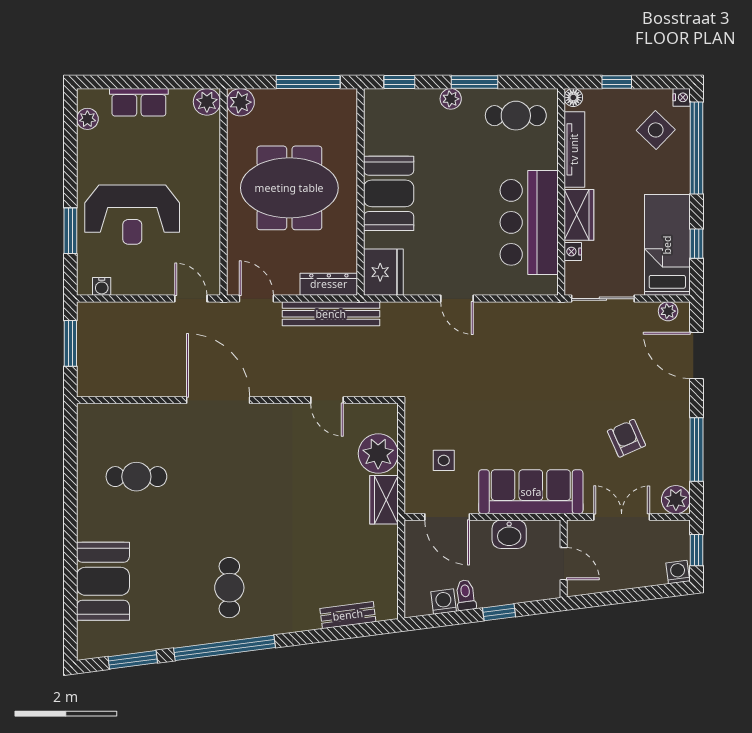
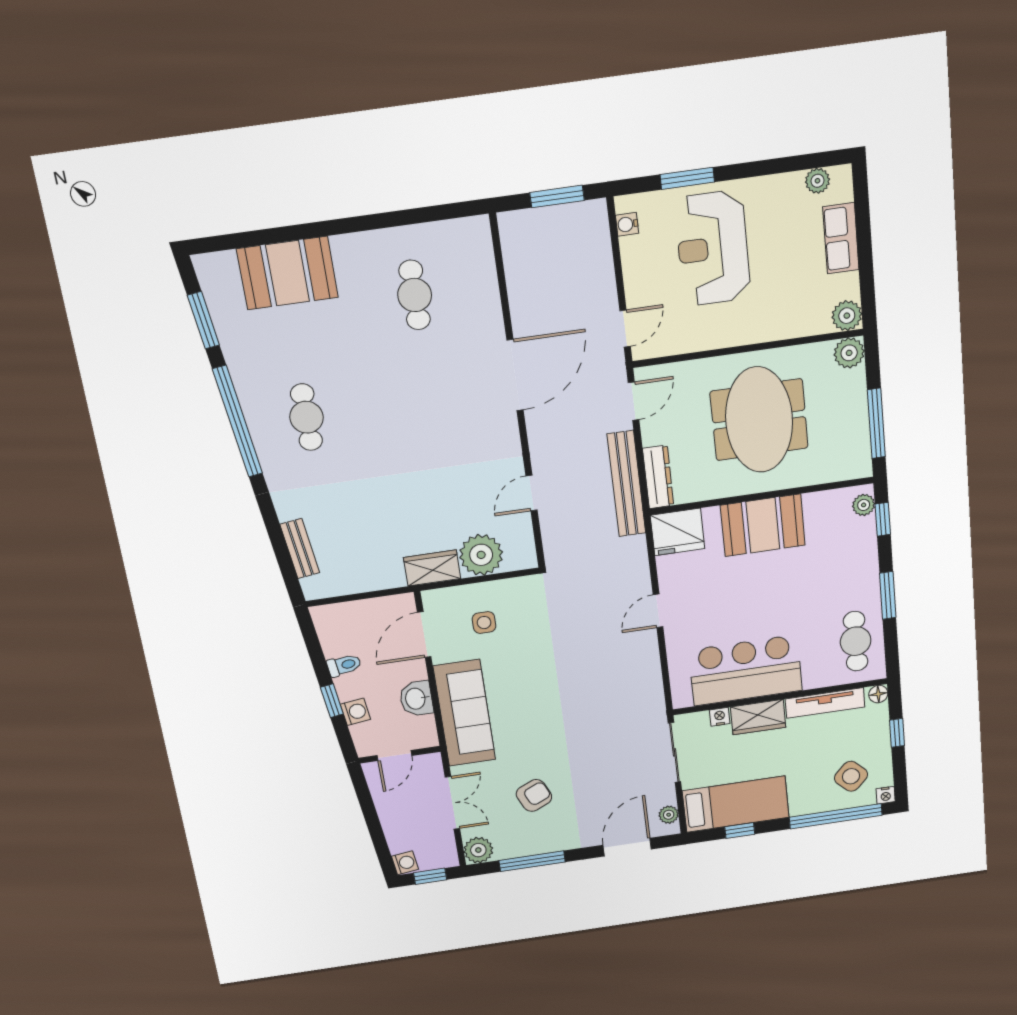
plant: (451, 99) -> (864, 505), moved
cafe table: (229, 588) -> (306, 417), turned 90
washing machine: (444, 602) -> (355, 712), moved

